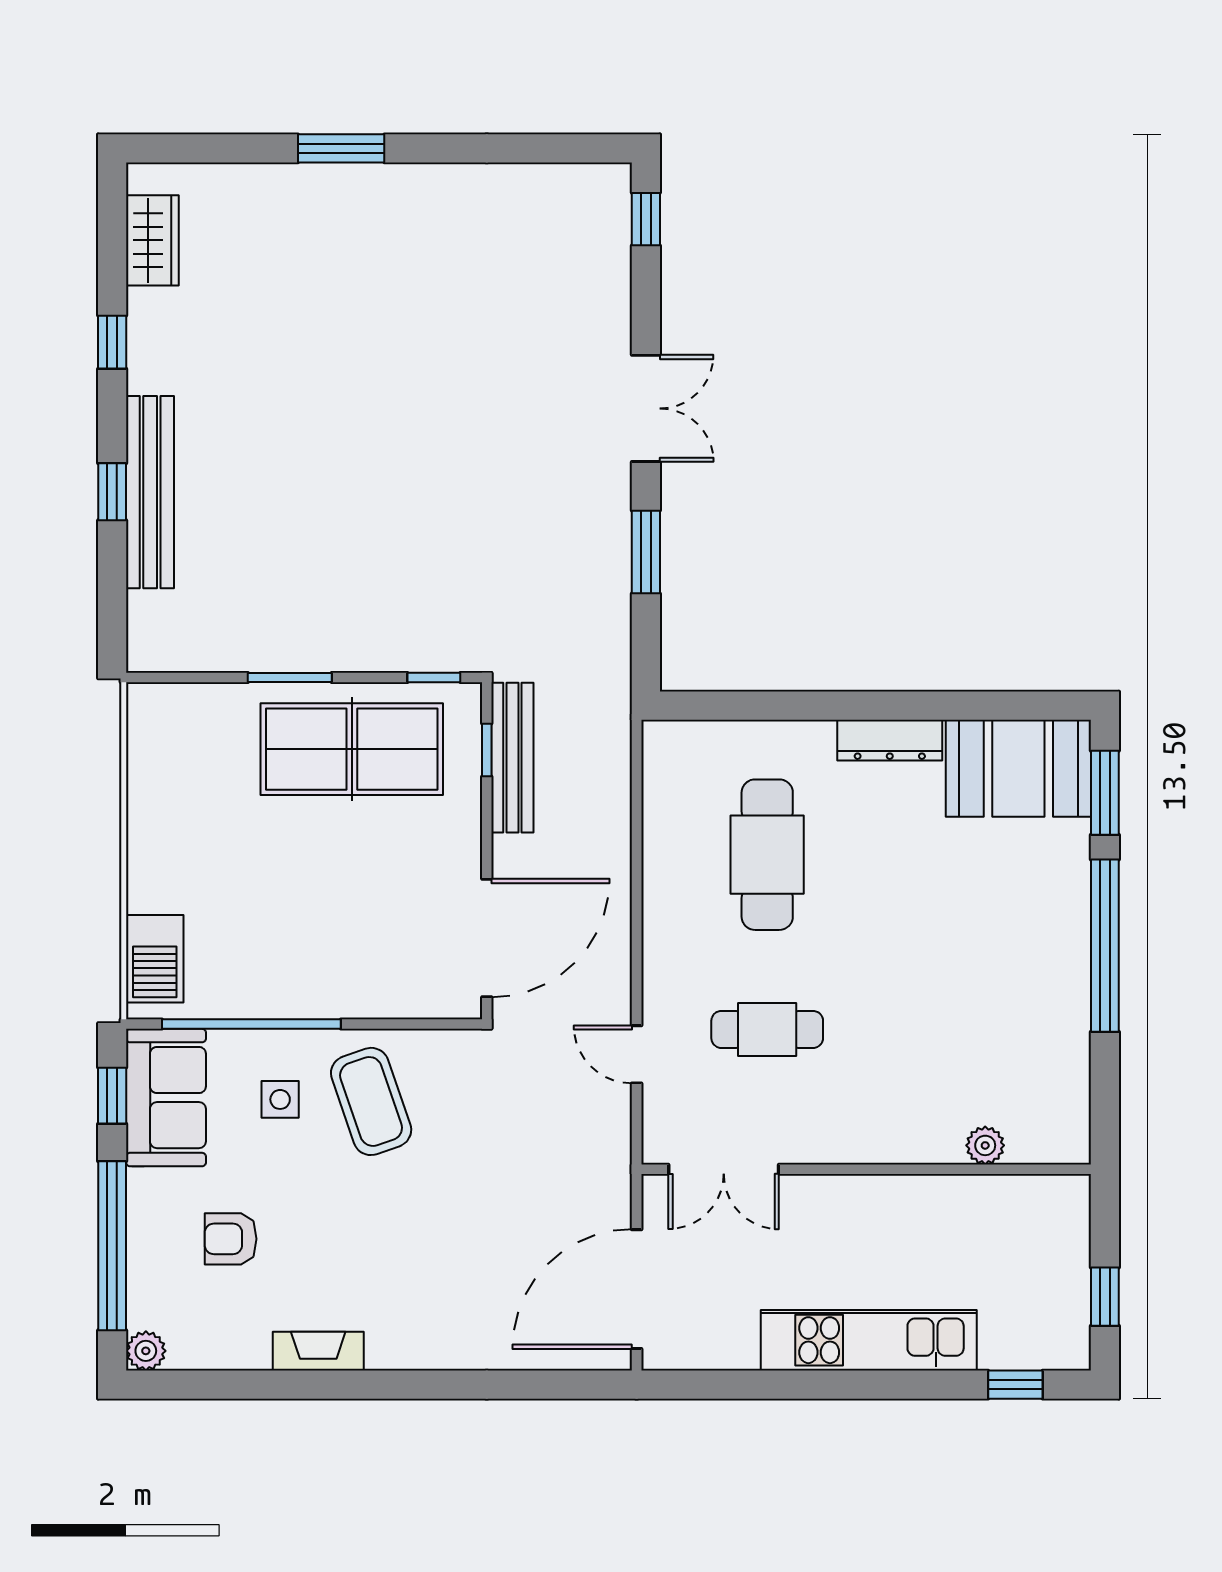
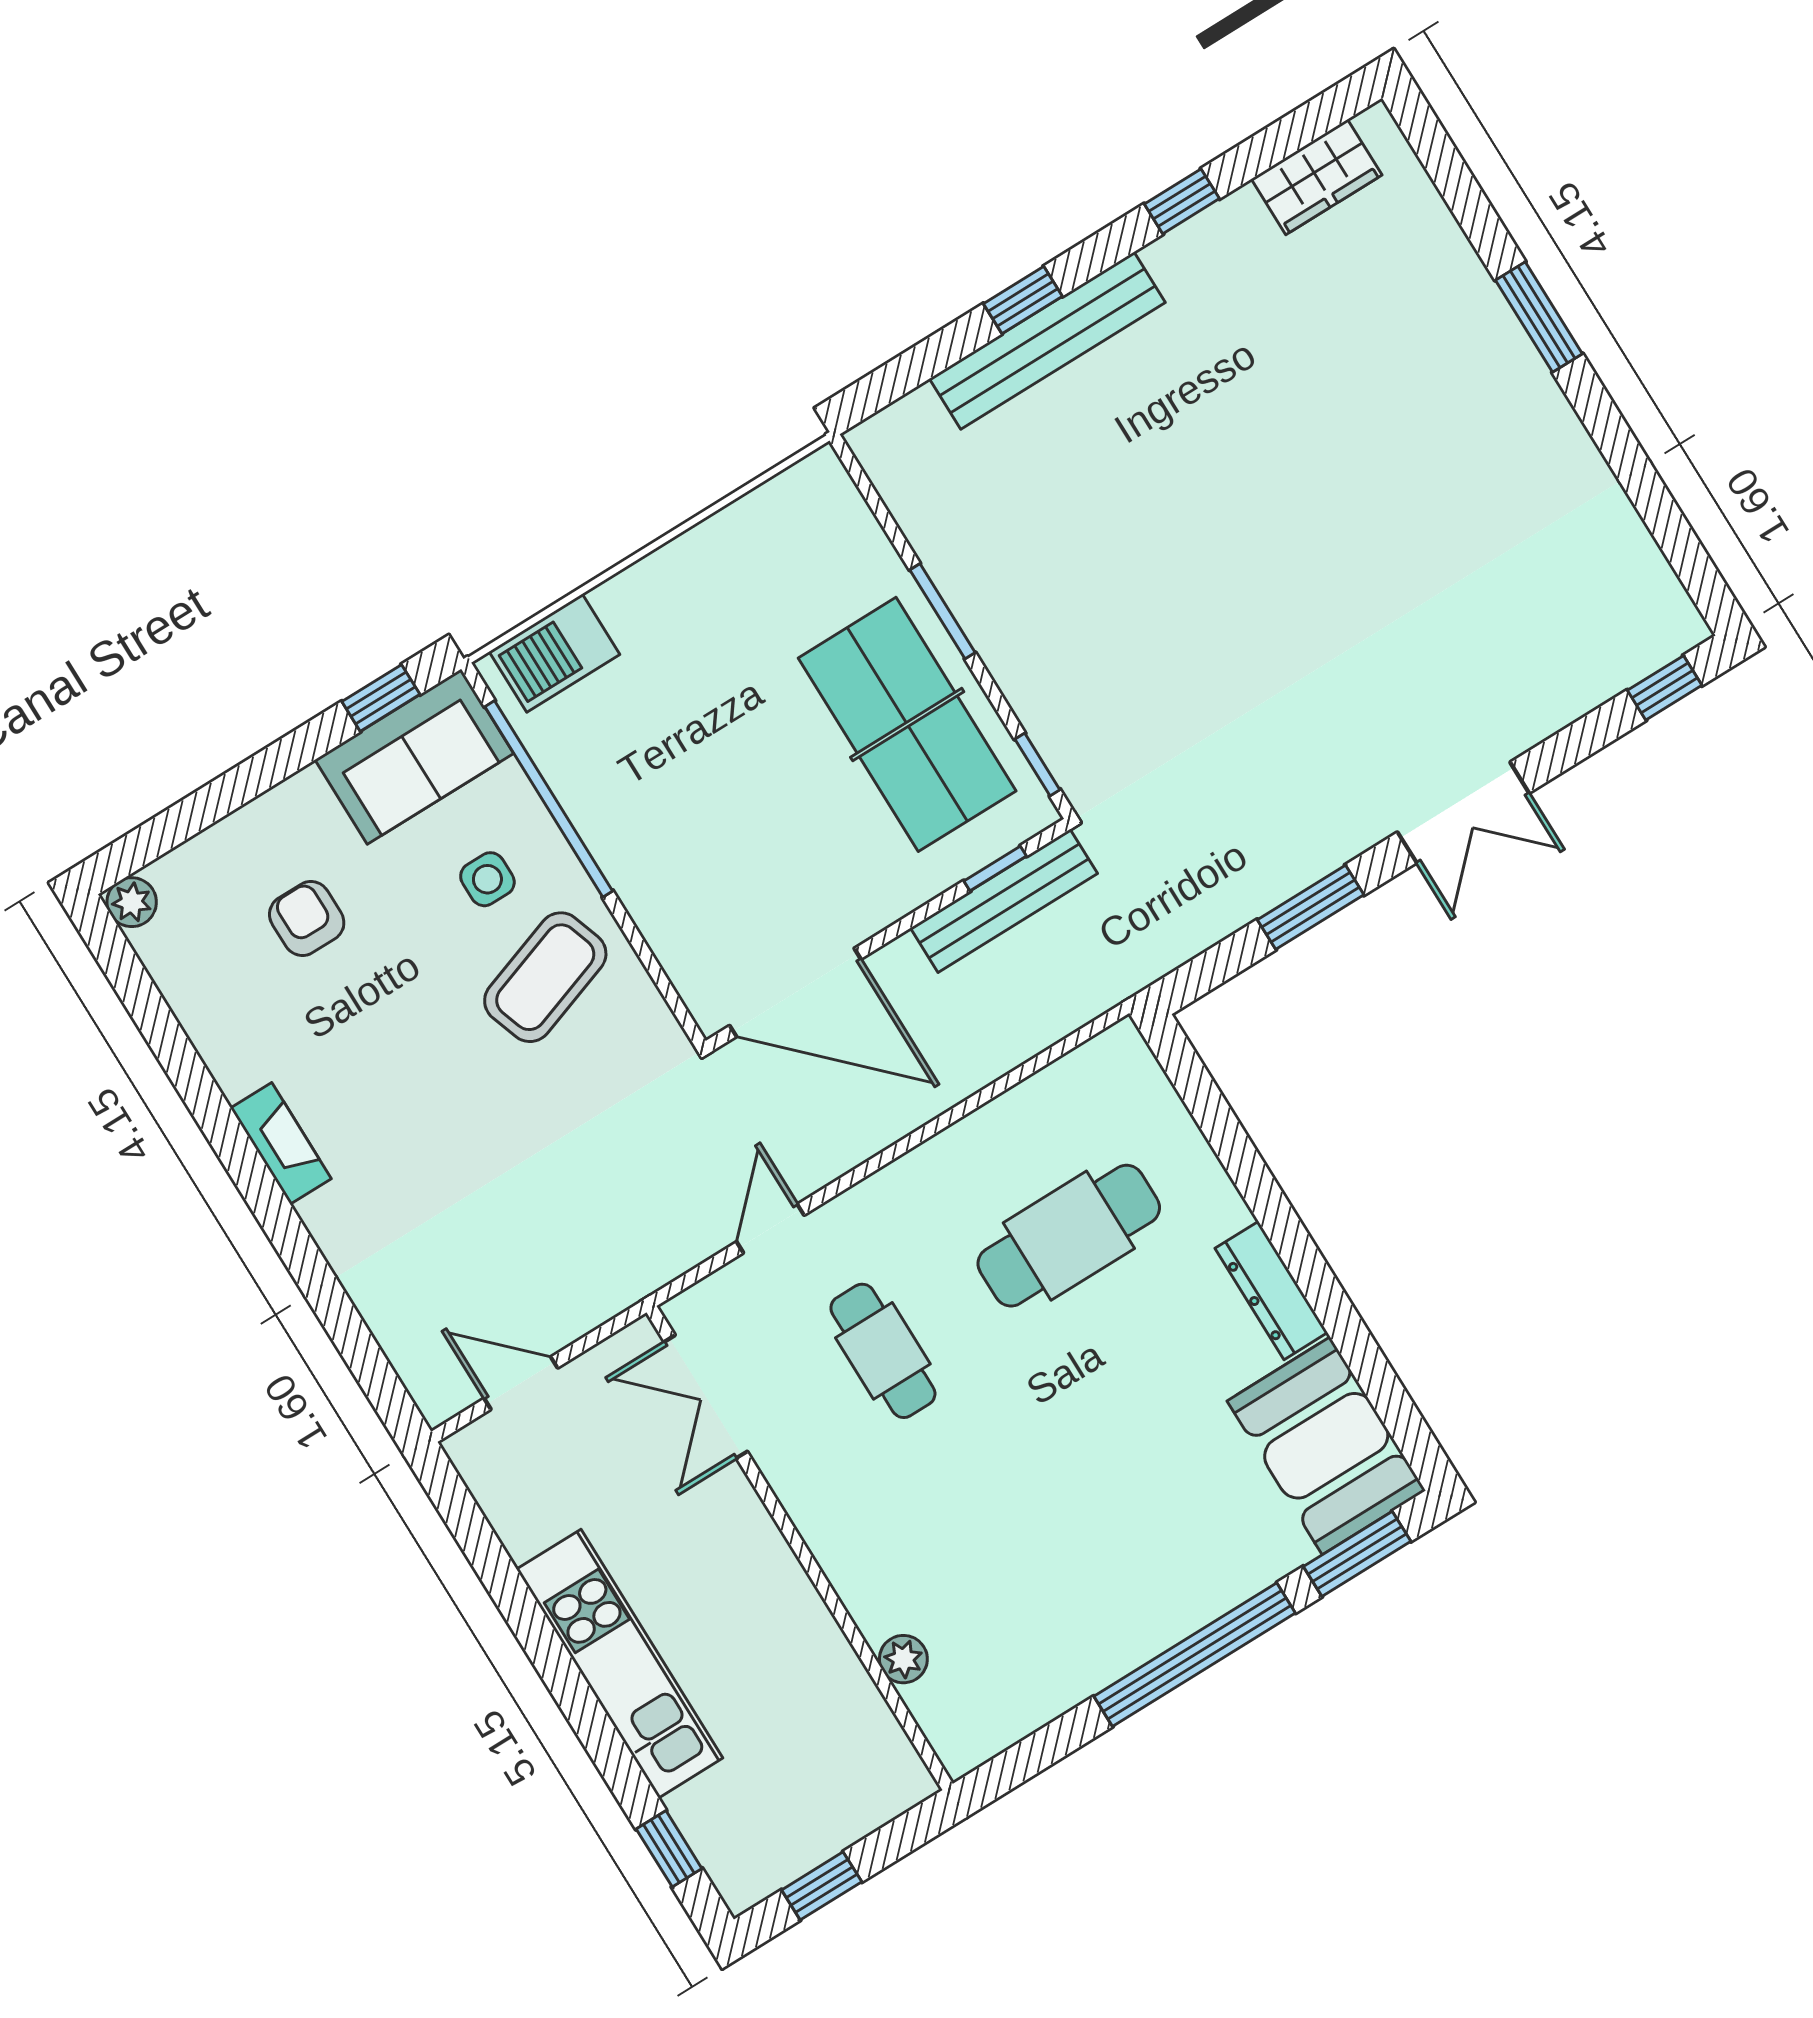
window: (112, 1246) -> (221, 797), removed
door: (637, 1289) -> (521, 1383), width x0.53
fireplace: (318, 1351) -> (281, 1143), moved

